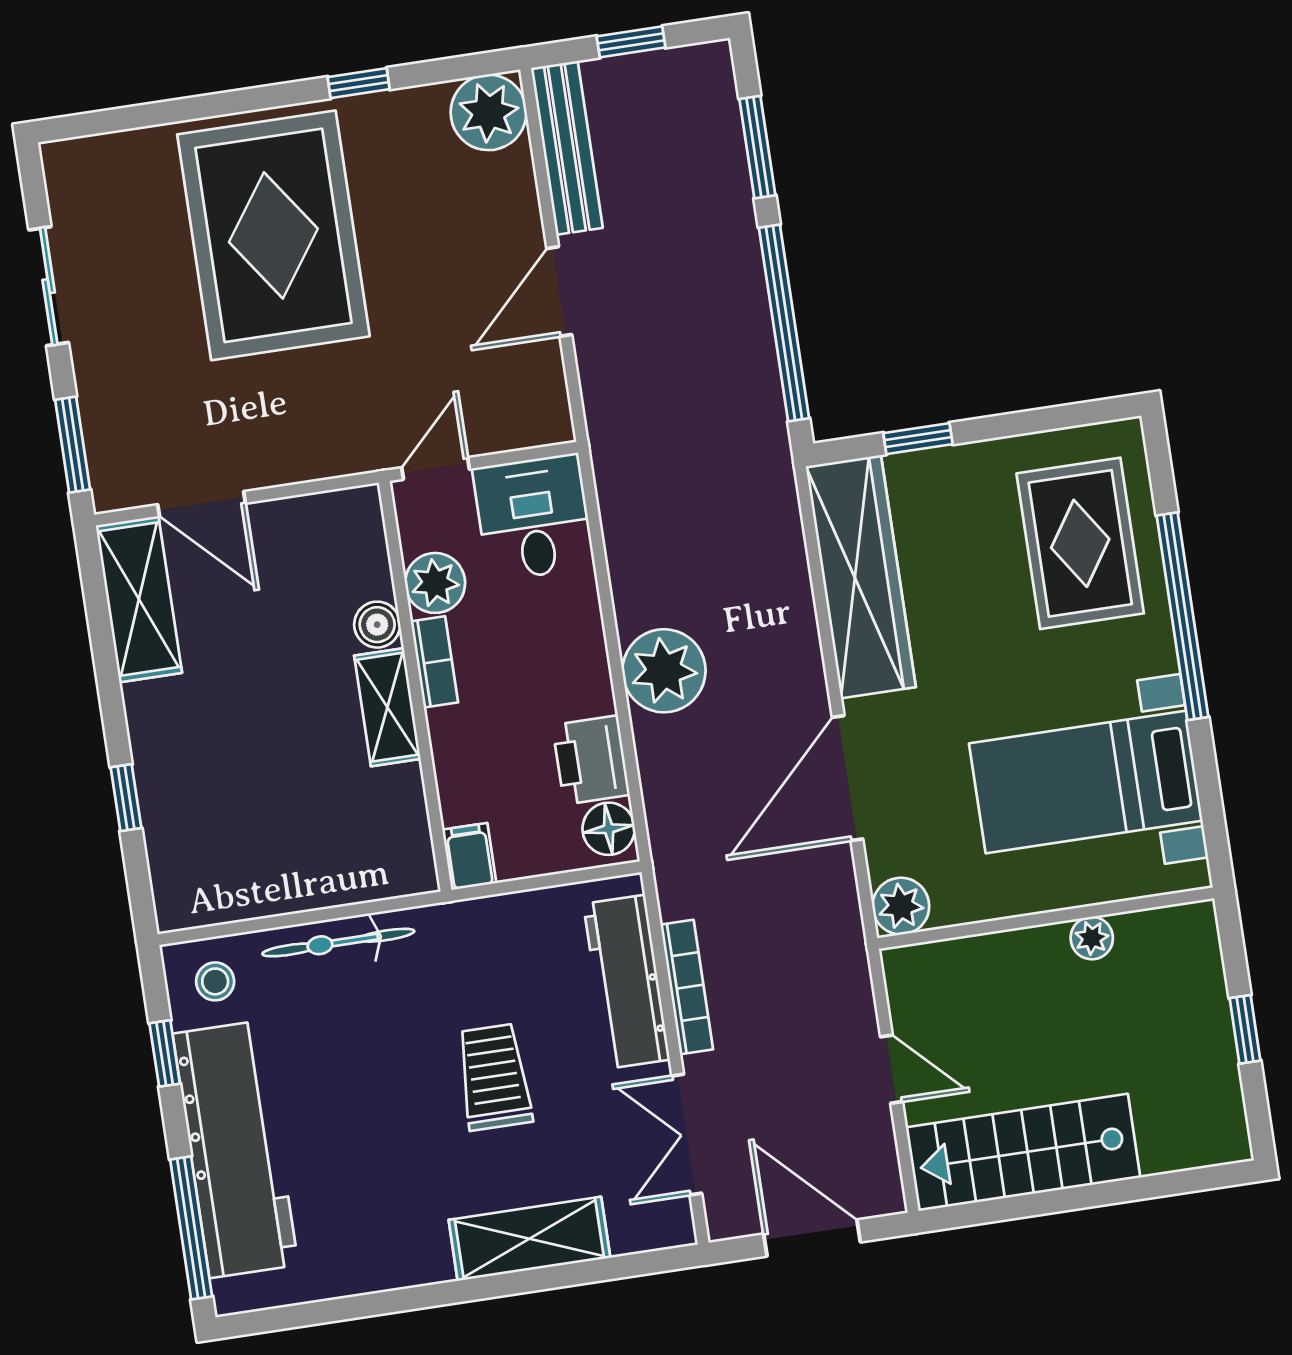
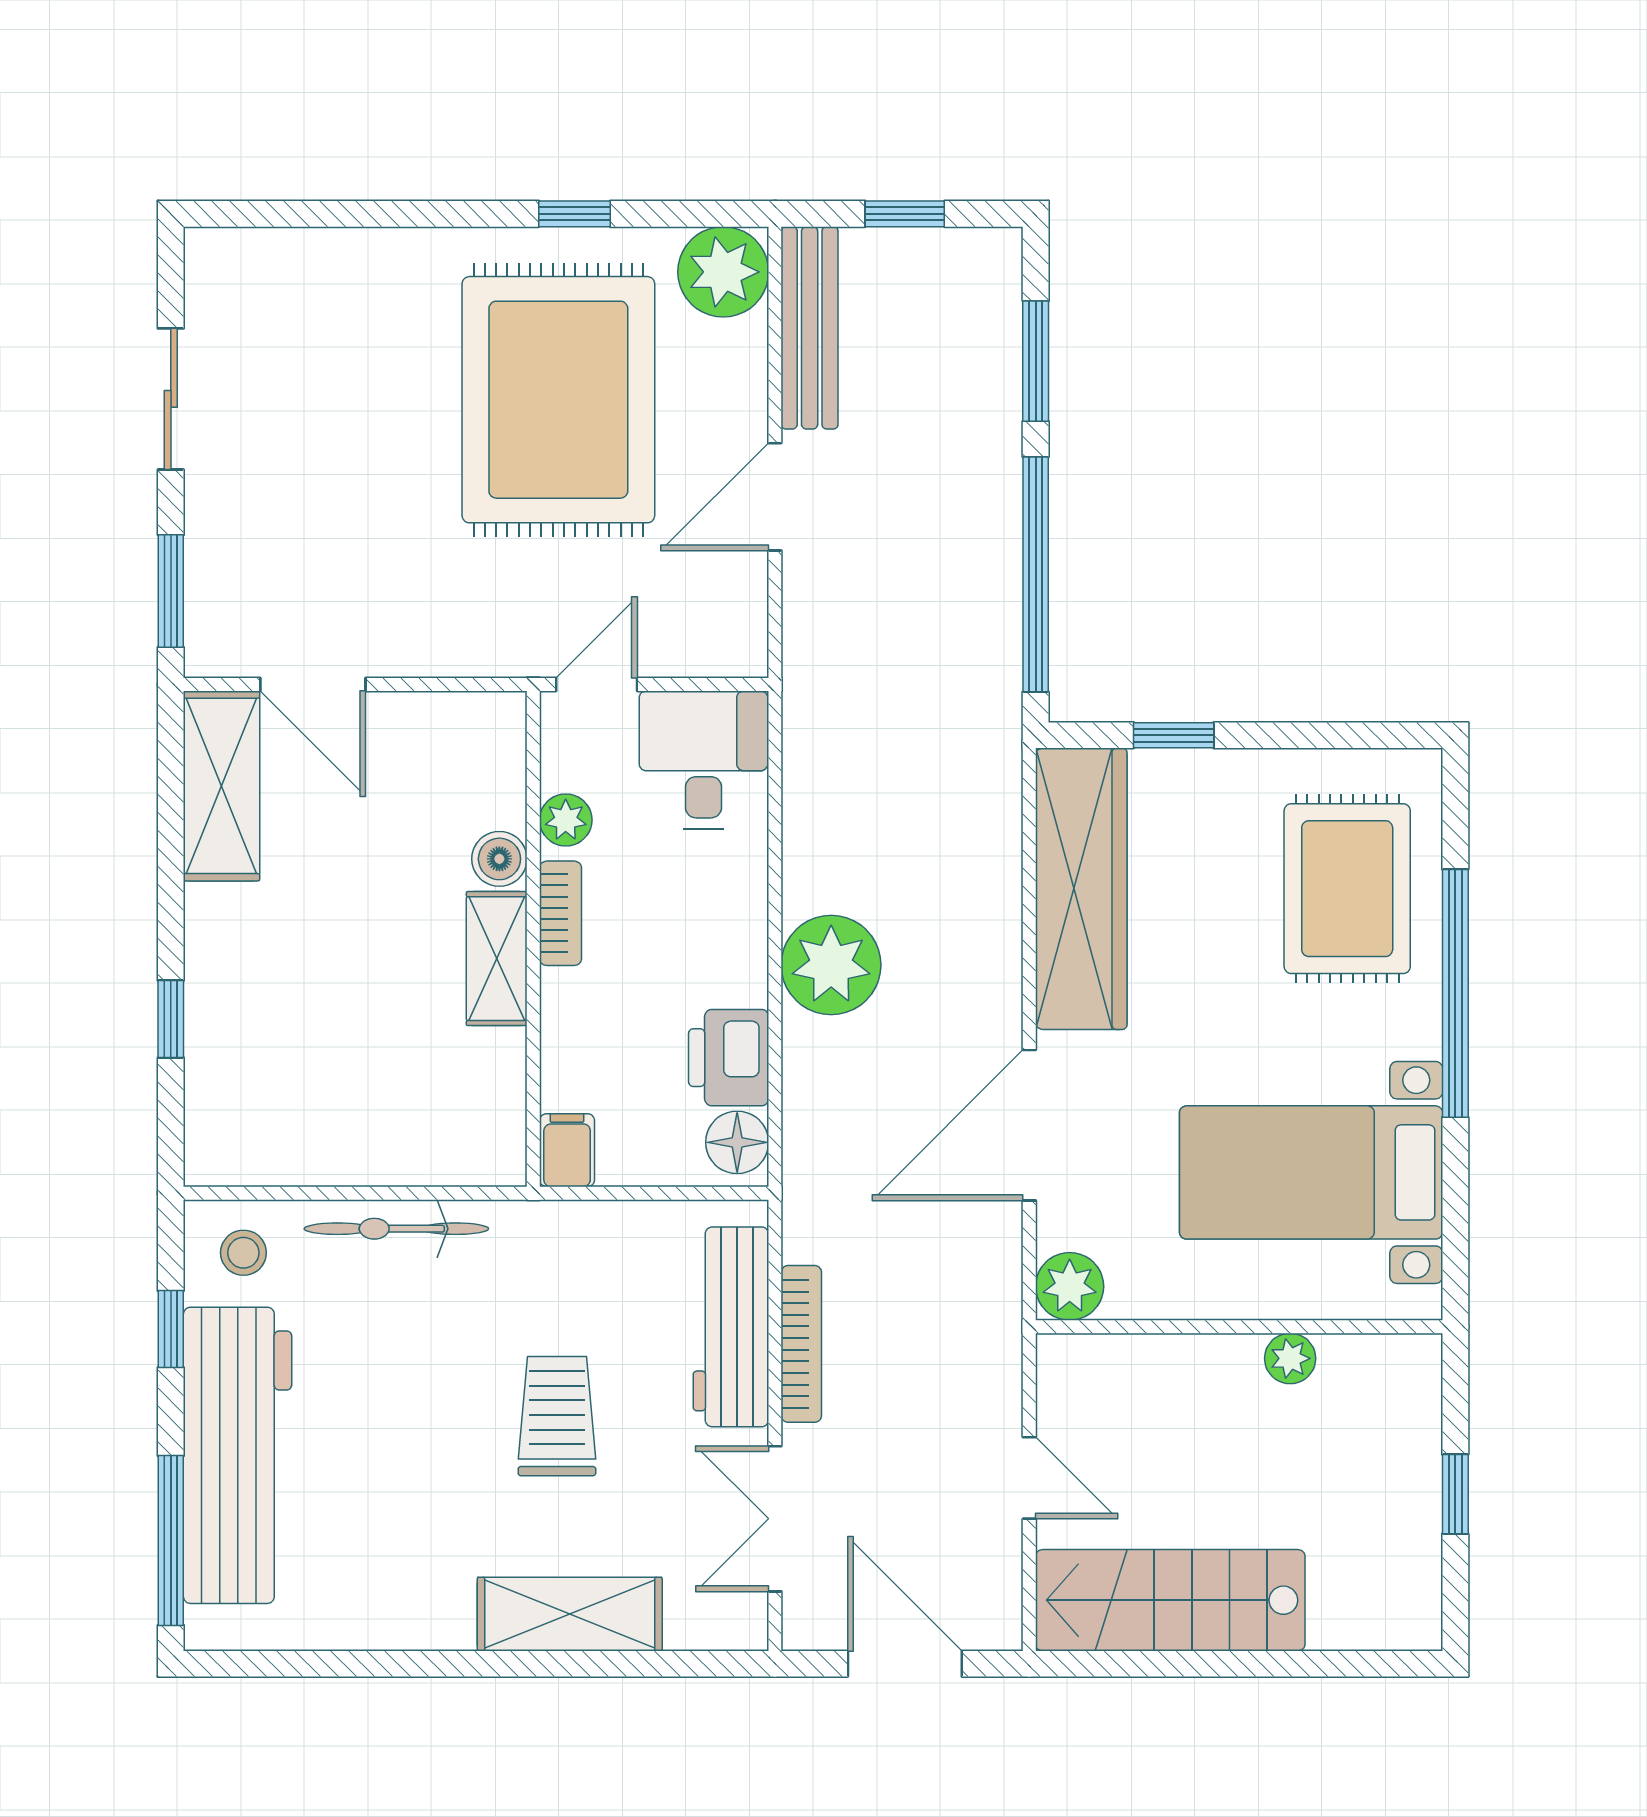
rug: (273, 235) -> (558, 400), moved
plant: (435, 583) -> (566, 820), width x0.73, depth x0.73

